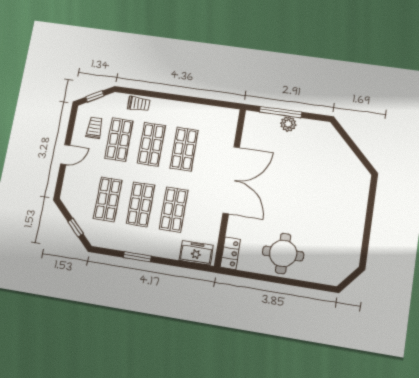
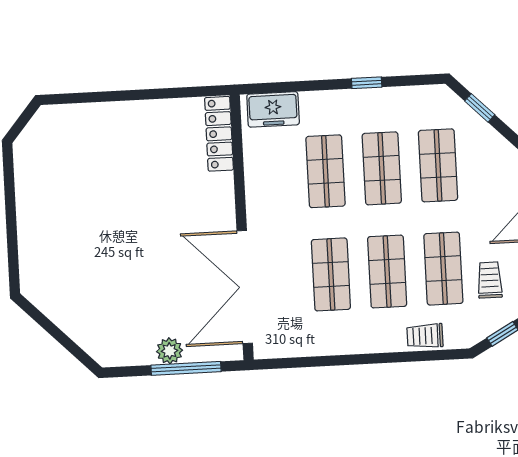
trolley: (94, 128) -> (490, 280), turned 180
double door: (231, 180) -> (245, 287), moved
locker: (230, 253) -> (219, 134), width x1.53
round table: (283, 253) -> (135, 138), removed
window: (137, 257) -> (367, 83), width x0.67

